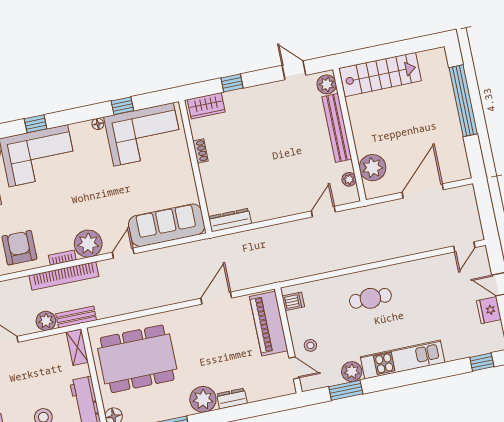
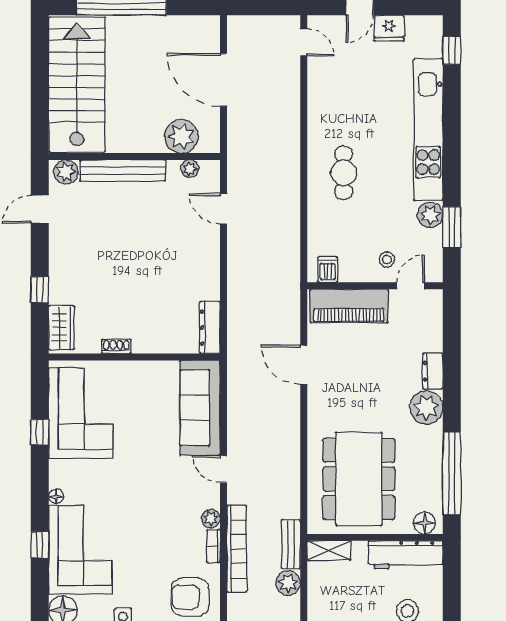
stairs: (380, 75) -> (77, 85), width x1.36, depth x1.51
floor lamp: (98, 124) -> (56, 496), moved
plant: (88, 244) -> (211, 518), width x0.53, depth x0.53
kitchen unit: (403, 360) -> (428, 130), width x1.36

